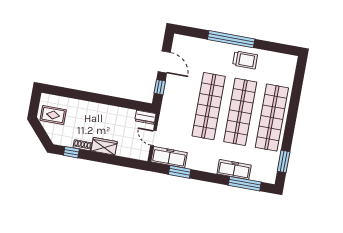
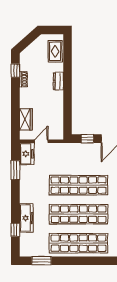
rug: (53, 115) -> (55, 51), moved
dresser: (145, 117) -> (58, 81), moved
wardrobe: (104, 146) -> (26, 119), moved
freezer: (169, 157) -> (27, 154), width x0.71
window: (245, 184) -> (15, 230), width x0.46

